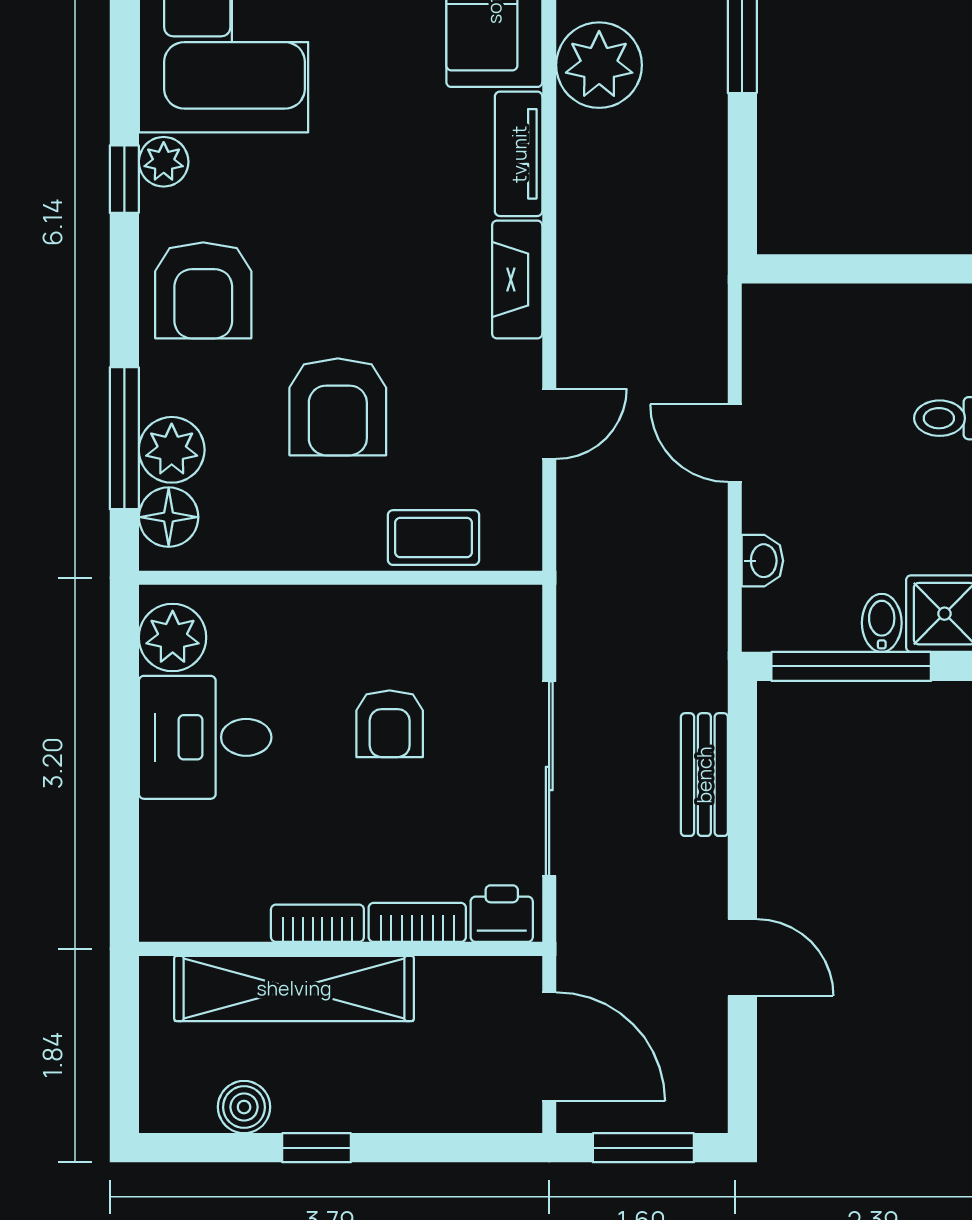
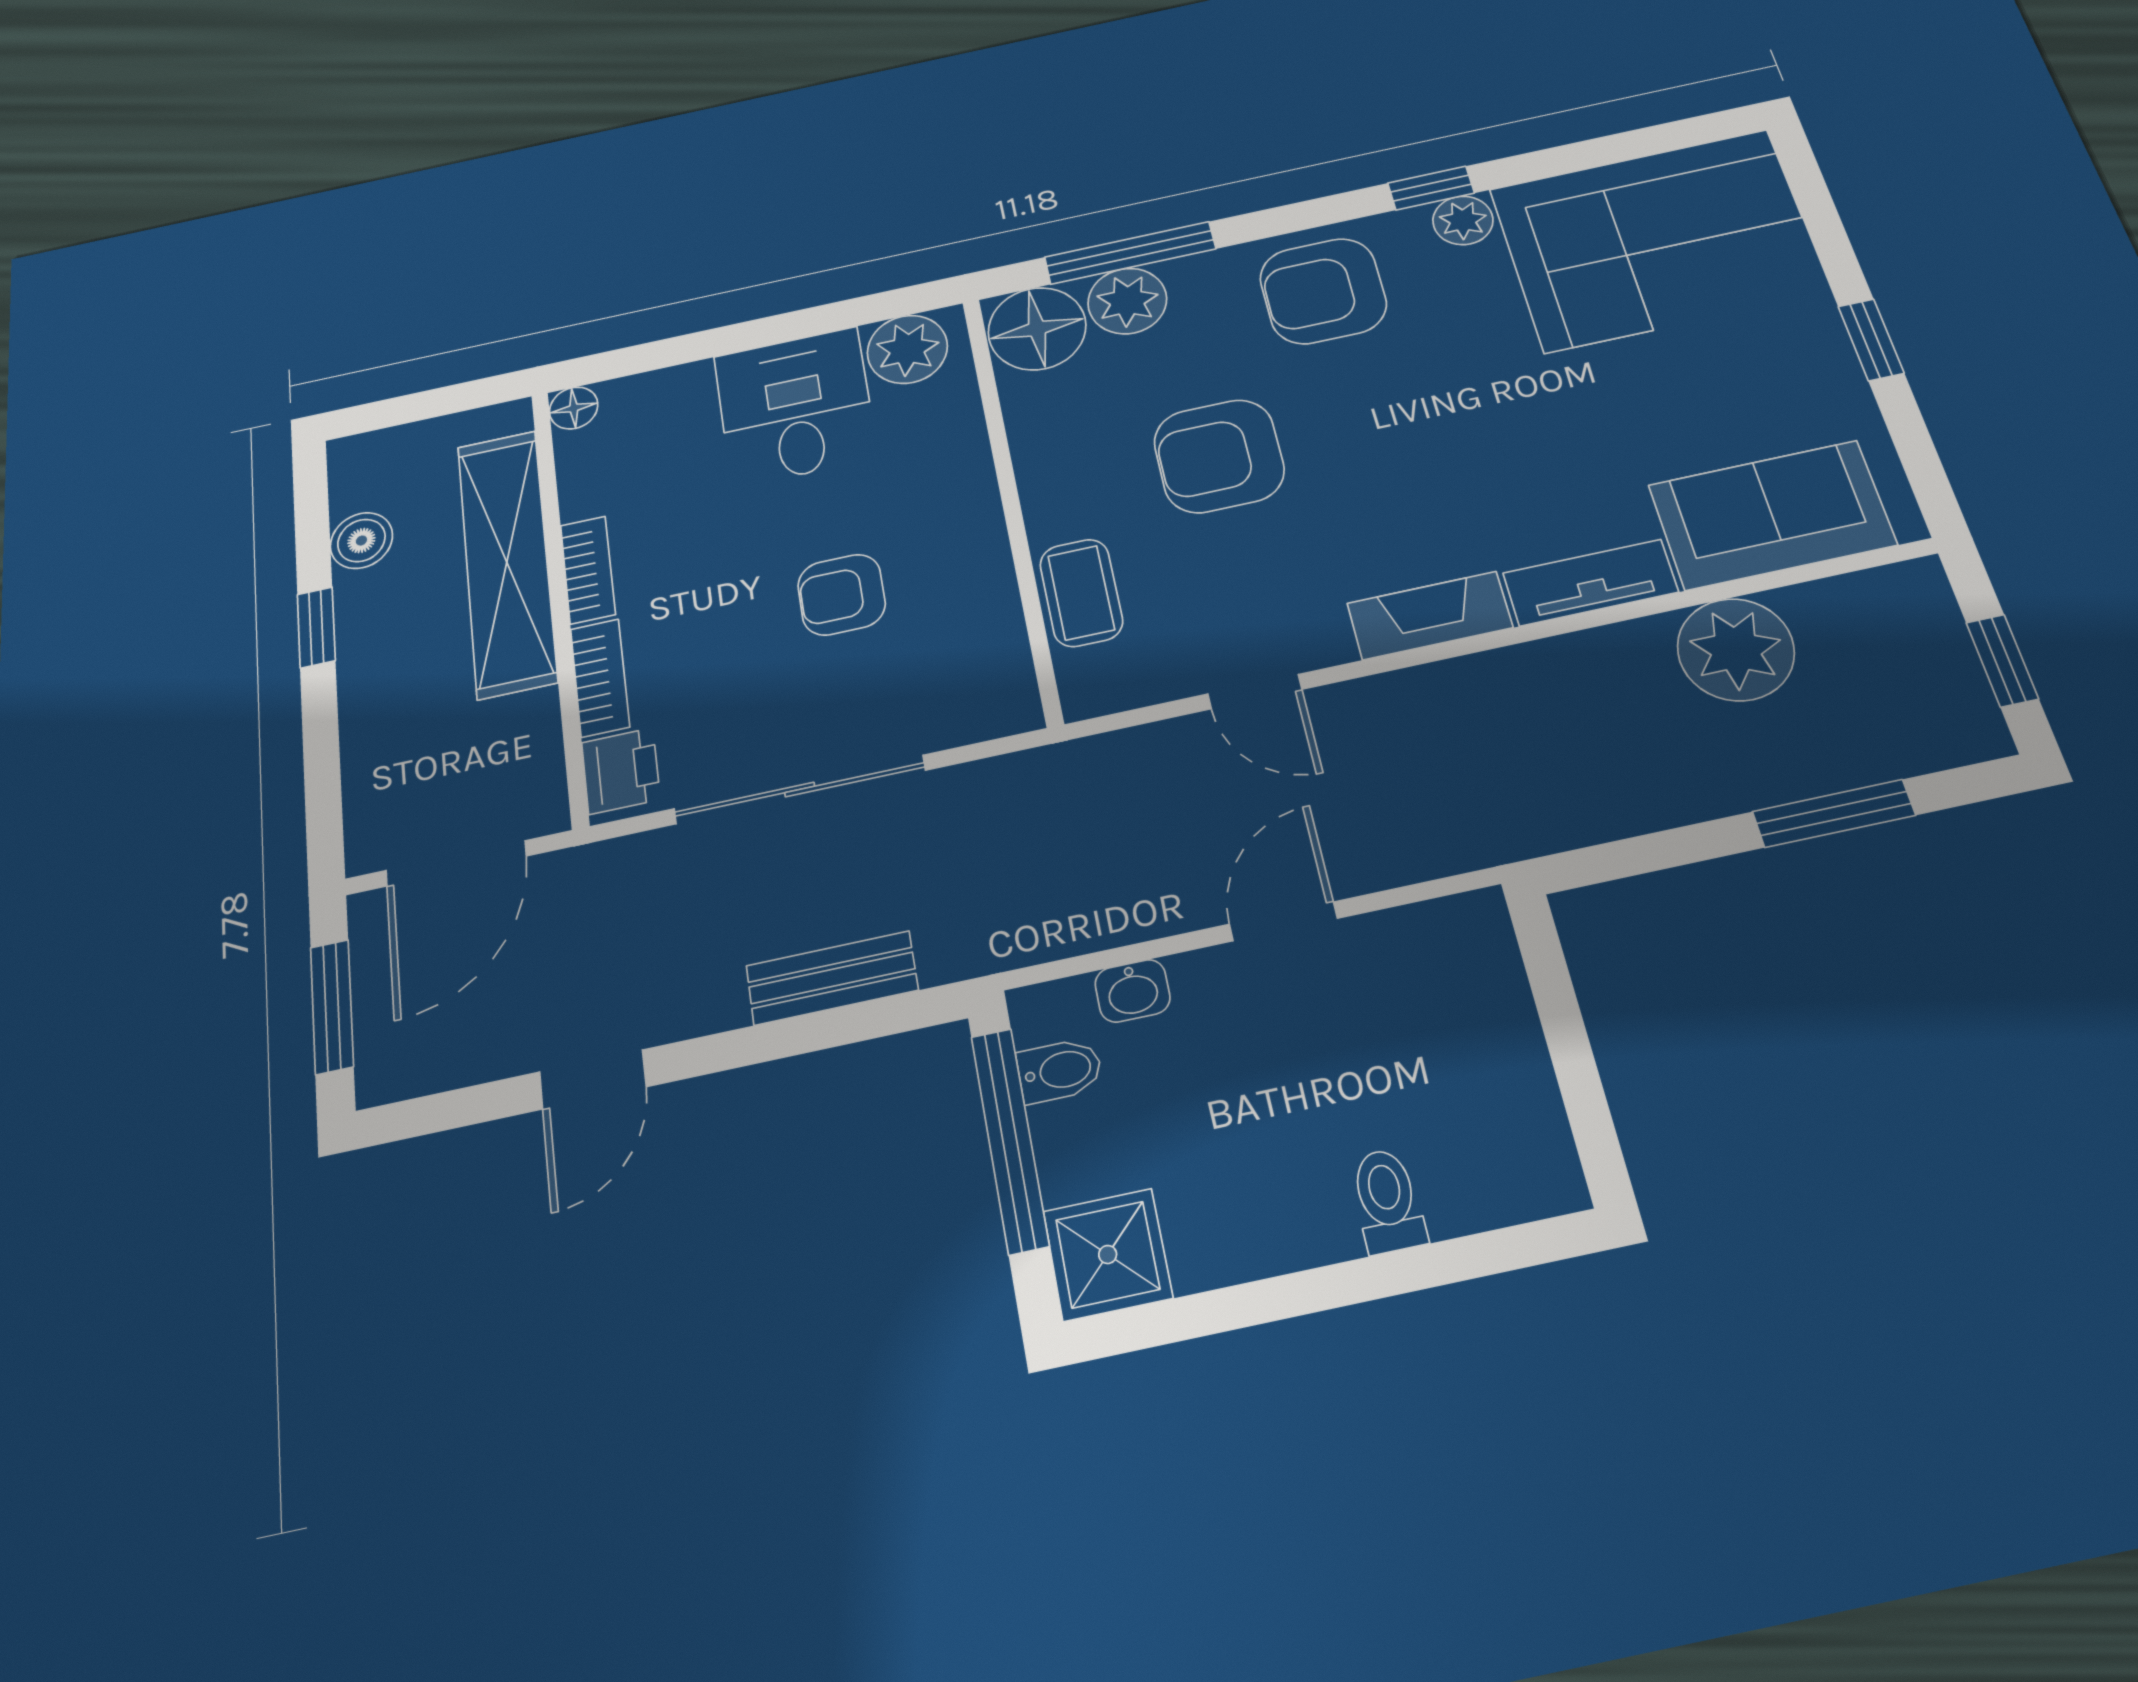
floor lamp: (169, 517) -> (1037, 329), width x1.38, depth x1.38
bidet: (882, 623) -> (1060, 1071), moved
floor lamp: (159, 921) -> (574, 408), added

